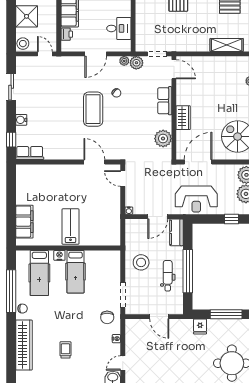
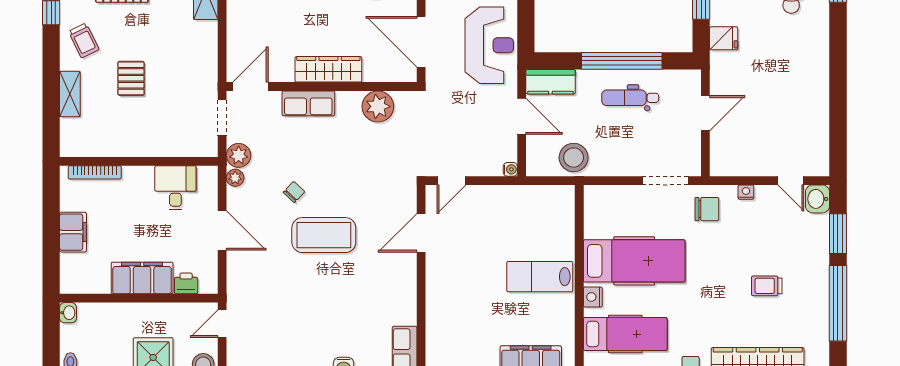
wardrobe: (183, 118) -> (328, 69), width x1.50
stool: (141, 262) -> (574, 158), moved
hospital bed: (75, 272) -> (634, 261), width x1.37, depth x1.29

